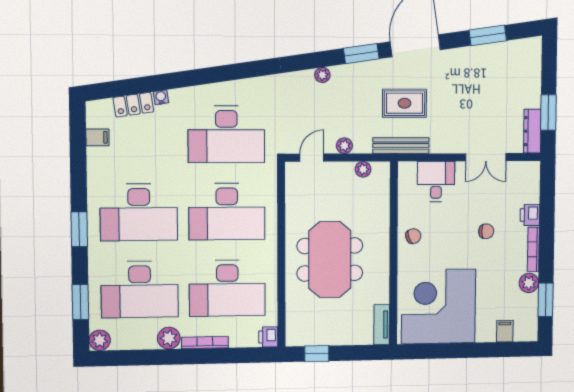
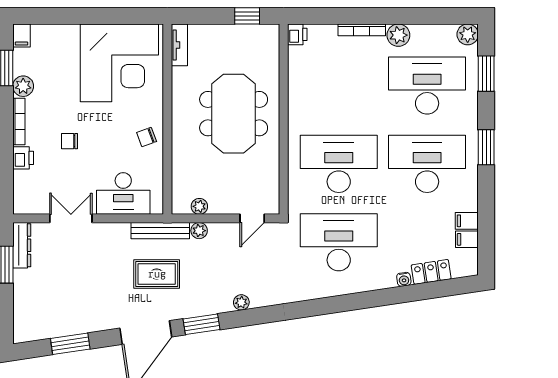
plant: (344, 146) -> (199, 231), moved
filing cabinet: (98, 156) -> (467, 221), added
desk: (436, 181) -> (123, 194), width x1.37
desk: (227, 288) -> (339, 86), removed
filing cabinet: (505, 331) -> (22, 35), moved

